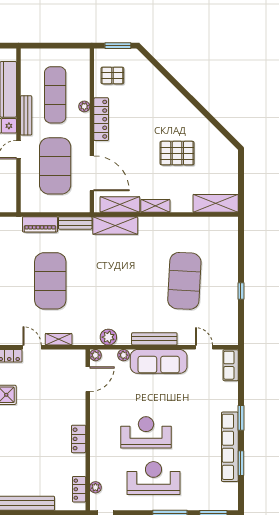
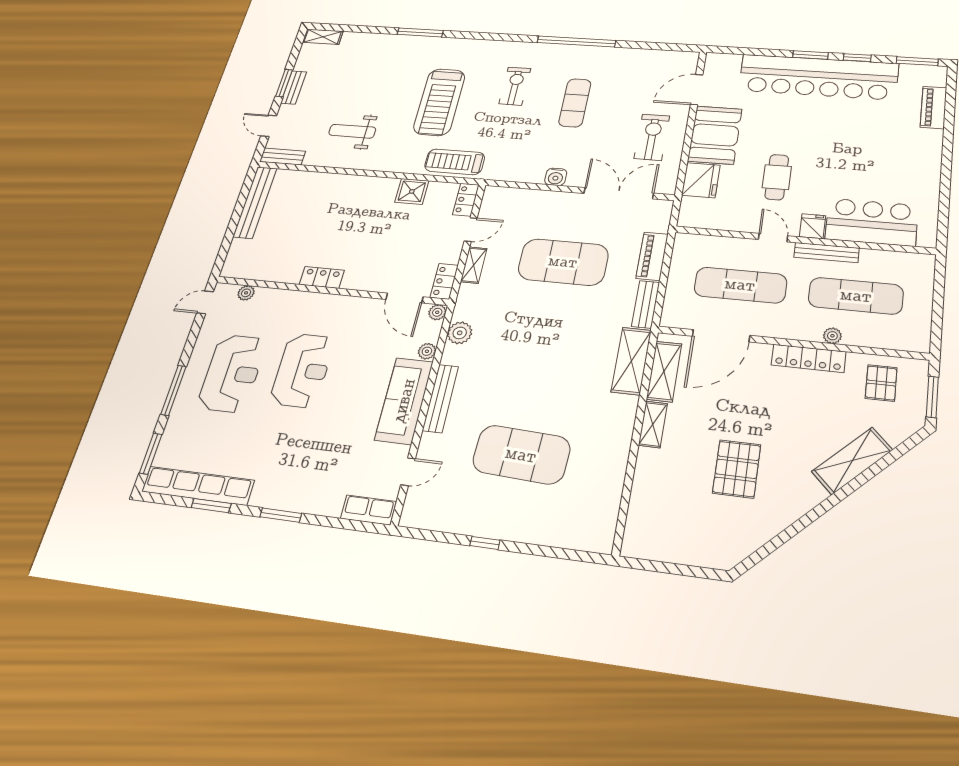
exercise mat: (55, 166) -> (740, 285), width x0.68
shelving: (216, 203) -> (852, 461), moved, turned 45
row of seats: (230, 447) -> (198, 486), moved
locker: (79, 489) -> (444, 281), moved, turned -90

